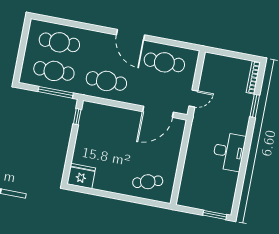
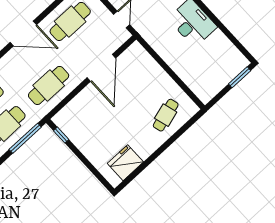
door: (158, 112) -> (101, 68), moved
fridge: (81, 176) -> (125, 163), moved

